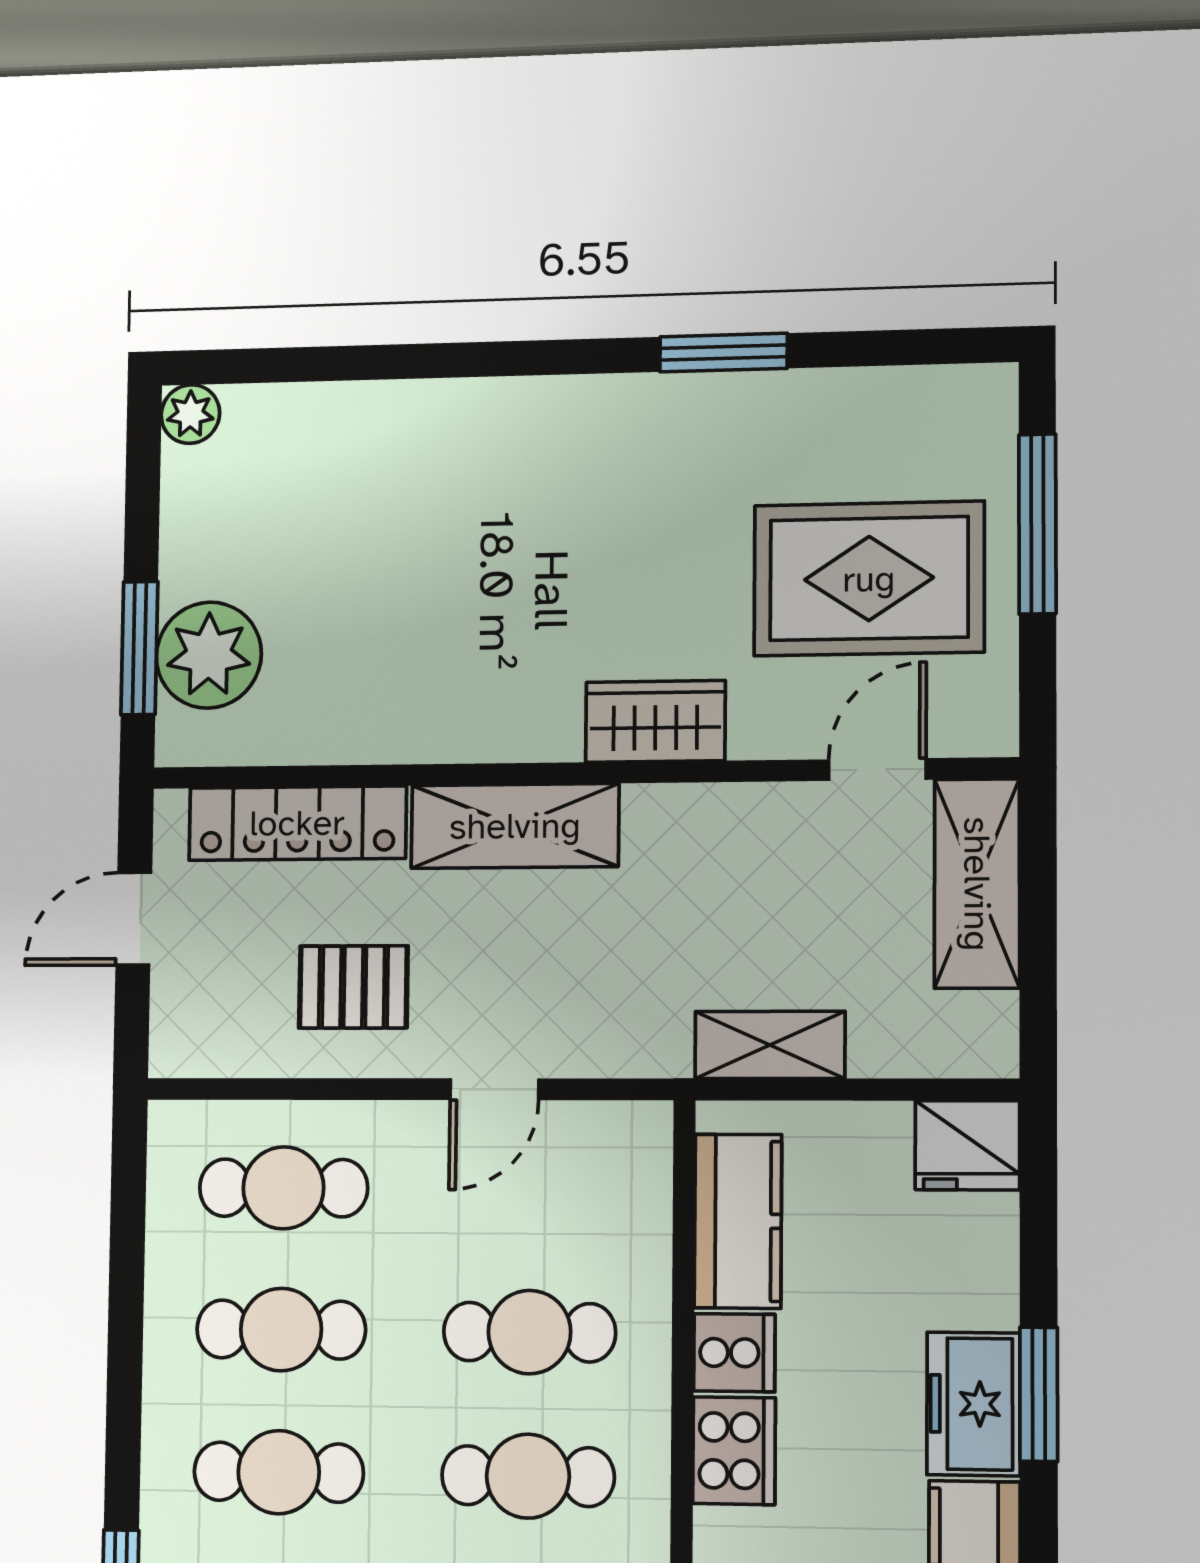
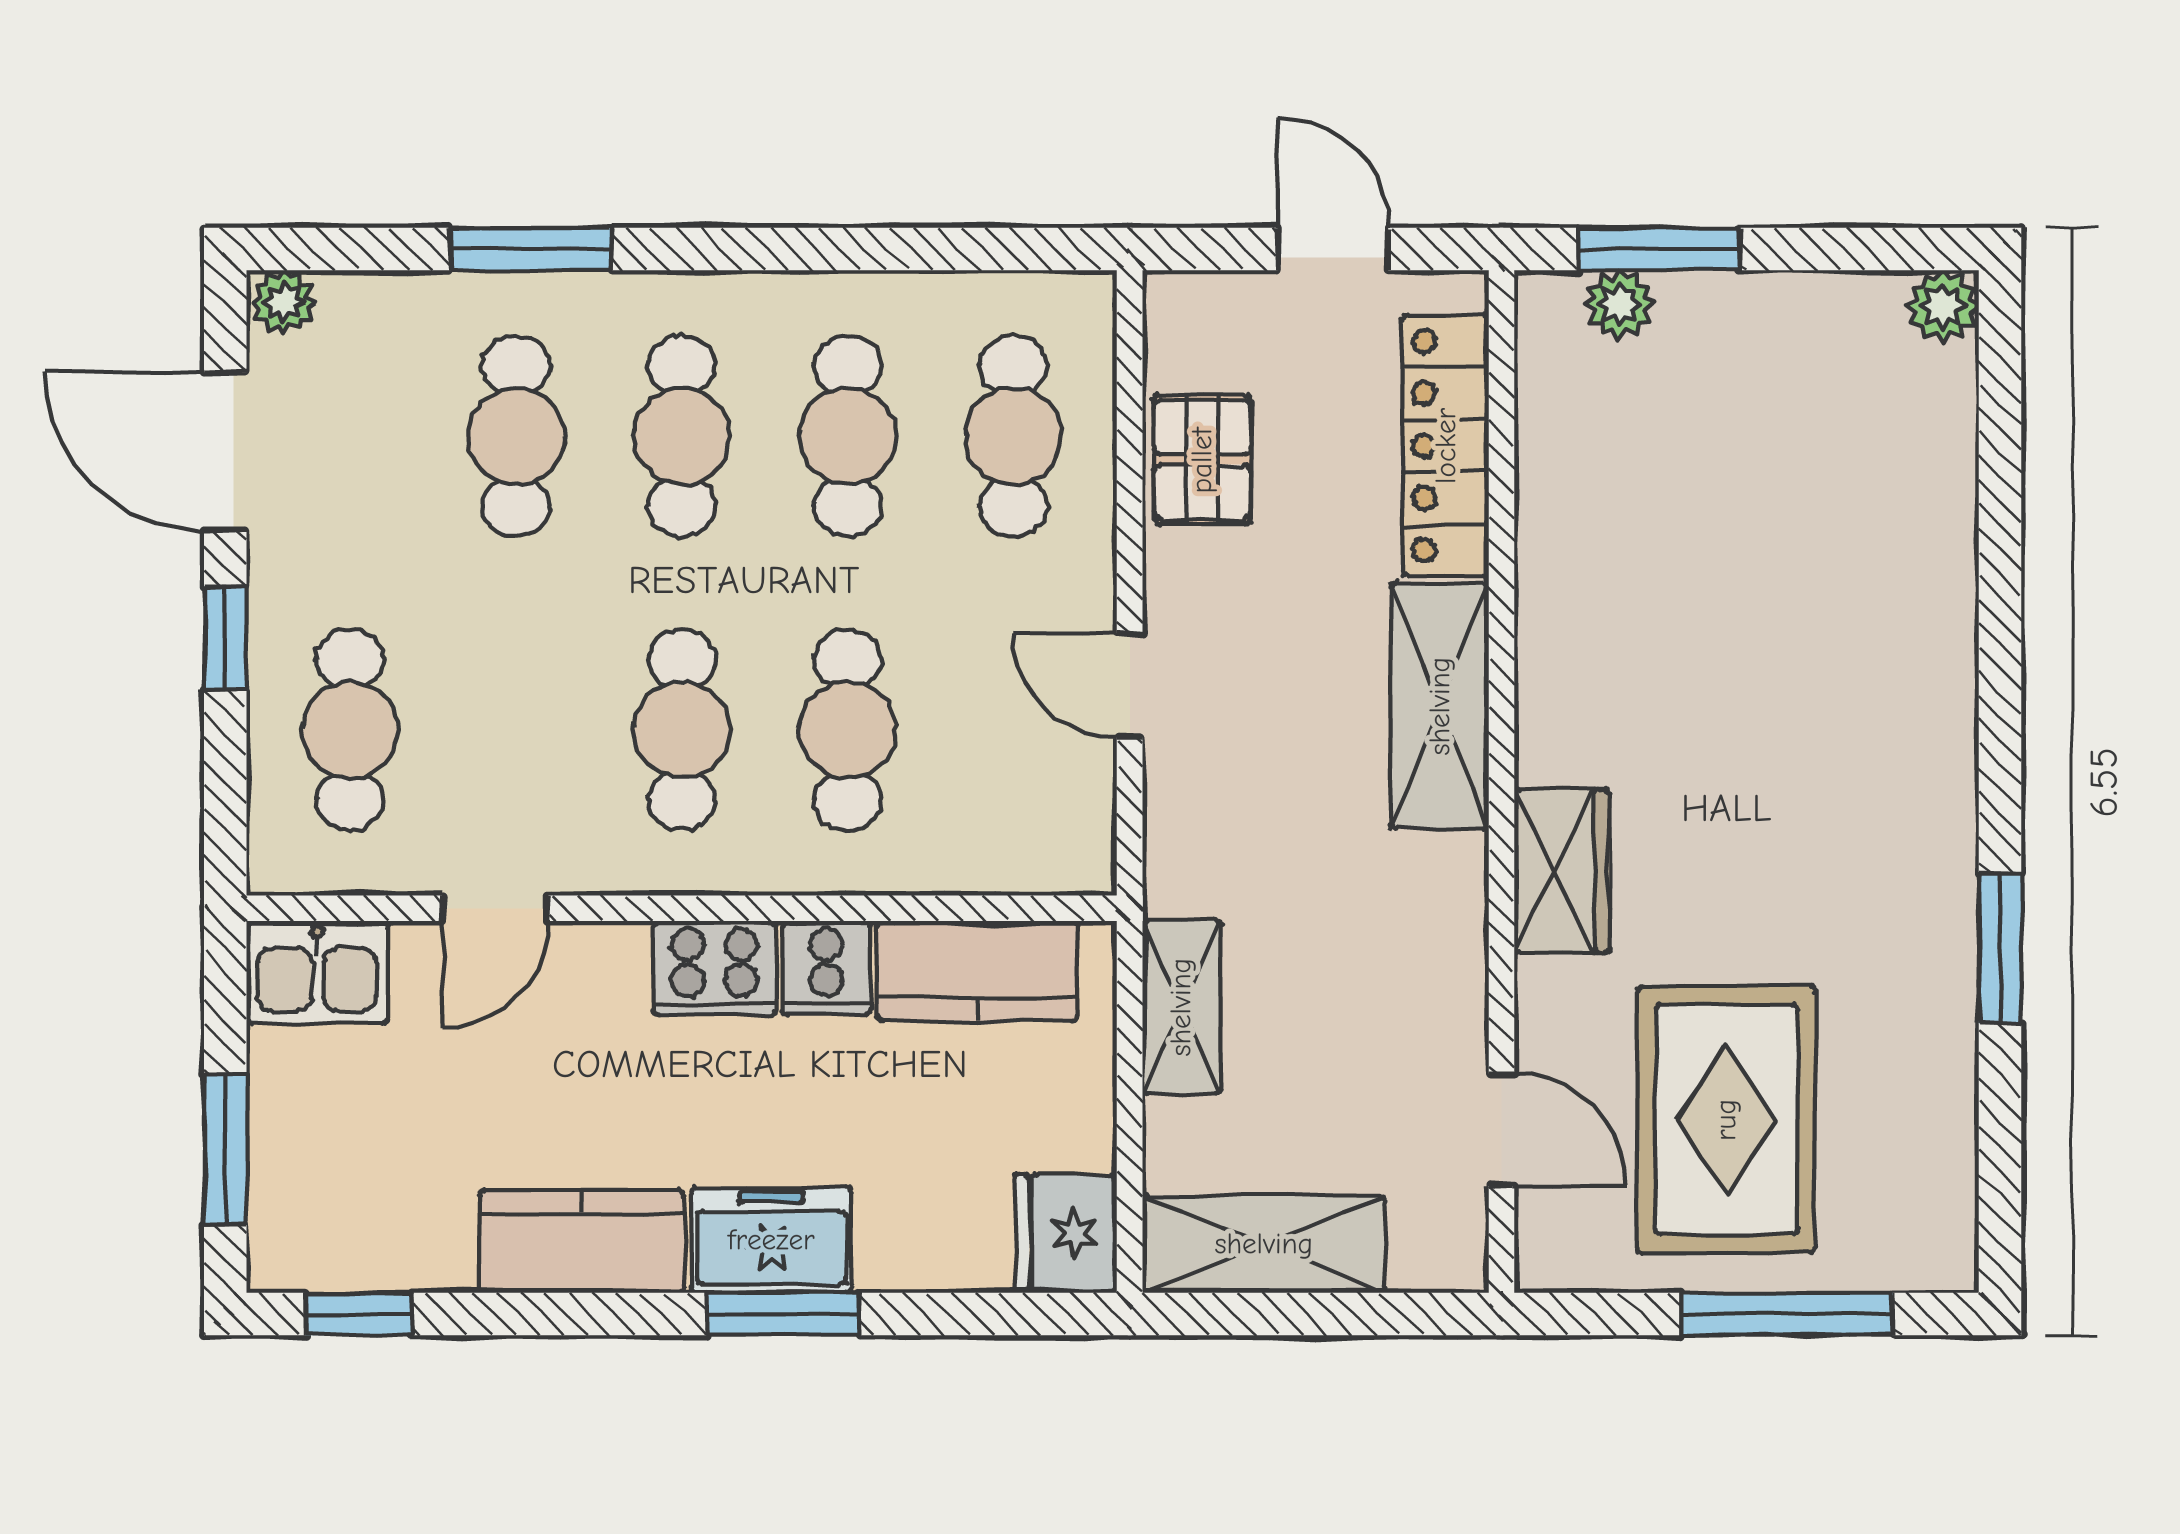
plant: (209, 655) -> (1619, 304), width x0.53, depth x0.53
shelving: (977, 884) -> (1264, 1244), moved
pallet: (353, 987) -> (1202, 460), moved

